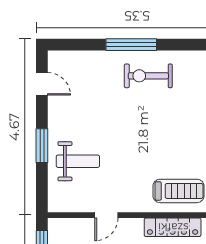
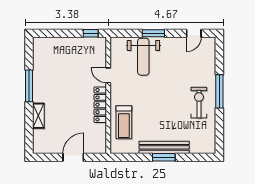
weight bench: (78, 161) -> (143, 57), width x1.36, depth x1.33
locker: (173, 227) -> (100, 105), moved

